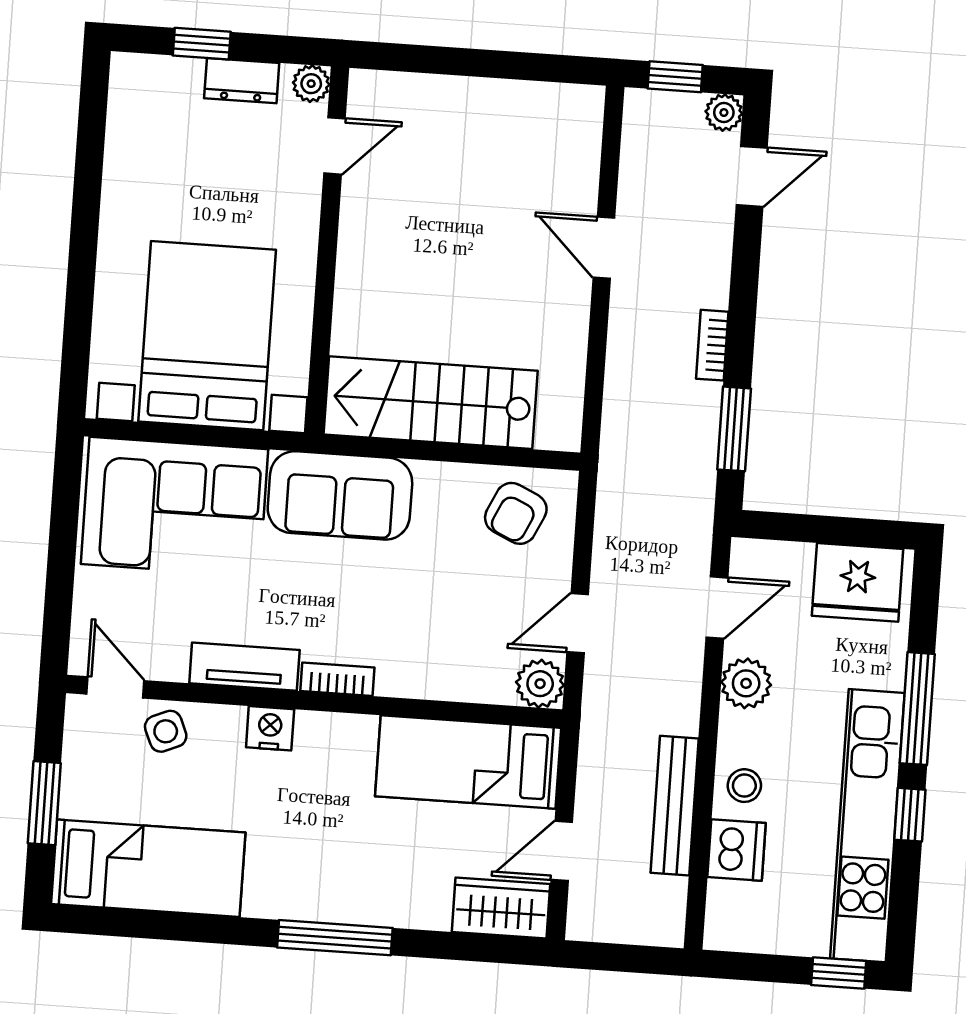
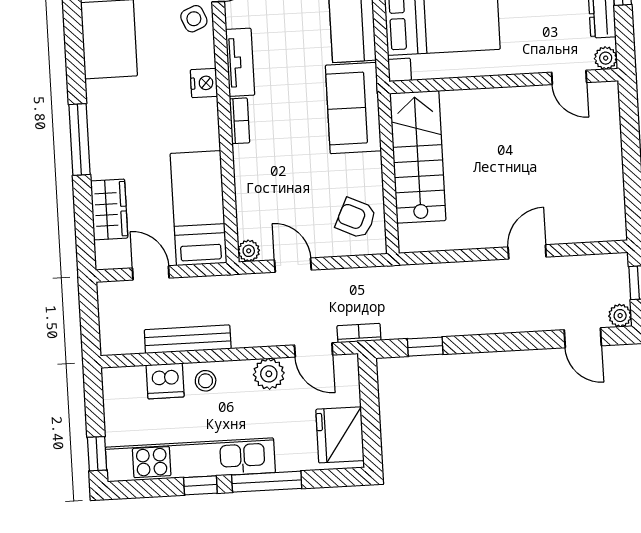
bookcase: (712, 345) -> (359, 333), moved
window: (734, 429) -> (425, 347), width x0.67
plant: (540, 684) -> (249, 251), width x0.73, depth x0.73
wardrobe: (501, 908) -> (109, 209), moved

